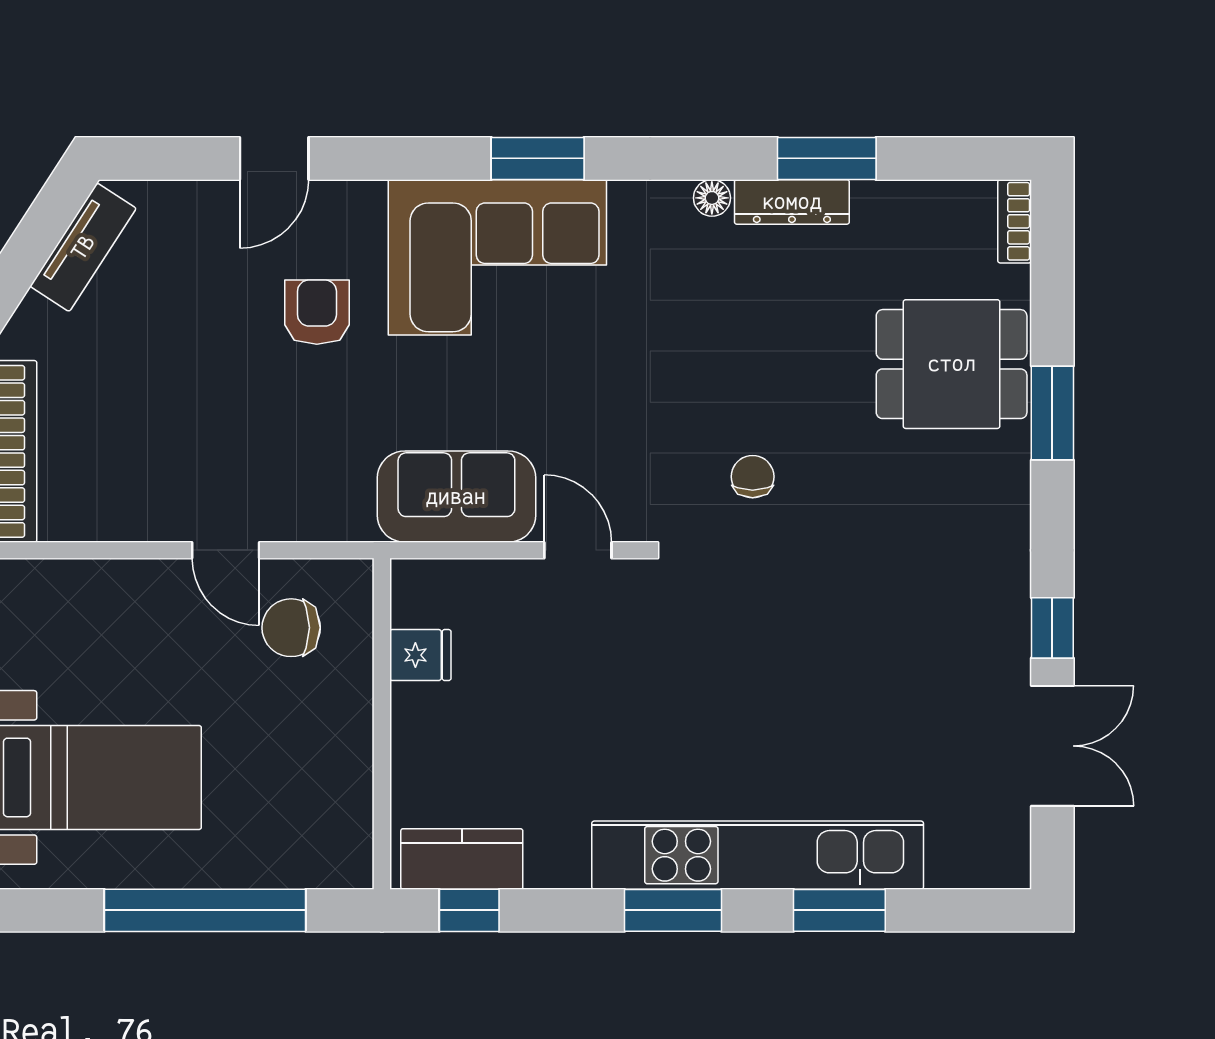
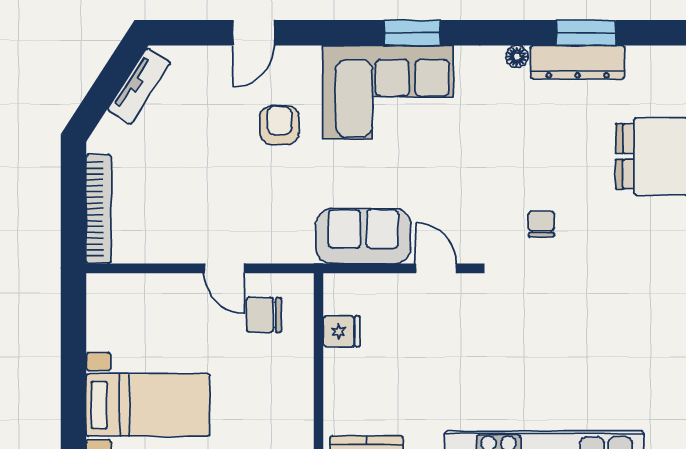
dresser: (792, 202) -> (578, 62), width x1.37, depth x1.24

